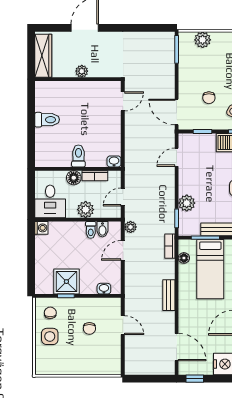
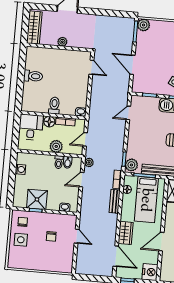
plant: (203, 40) -> (144, 25), moved
chair: (209, 98) -> (157, 70), removed
door: (123, 101) -> (91, 67), hinge flipped
door: (177, 112) -> (132, 65), moved
desk: (50, 201) -> (31, 127), moved, turned 180
plant: (187, 203) -> (131, 165), moved
washing machine: (41, 228) -> (20, 169), moved
bench: (169, 295) -> (115, 201), moved
wardrobe: (187, 315) -> (126, 233), added

